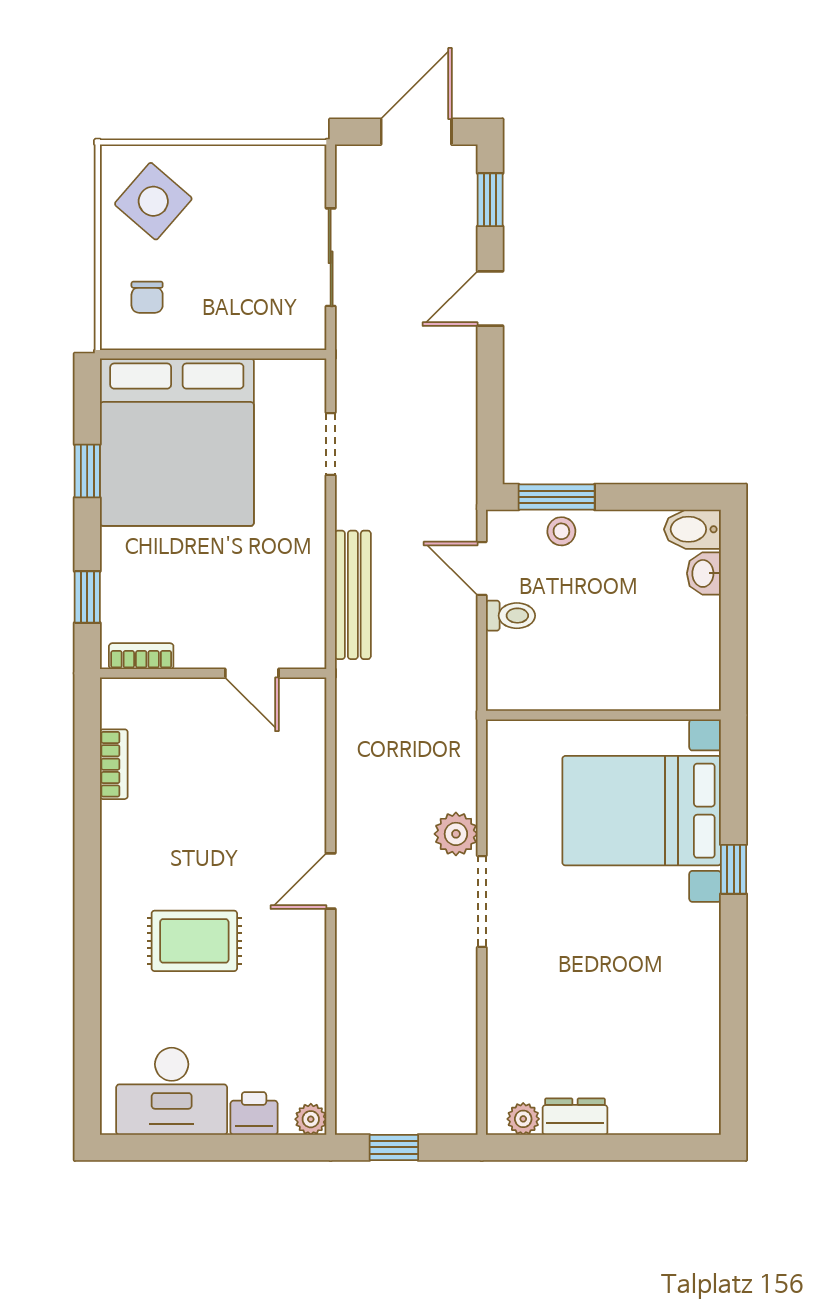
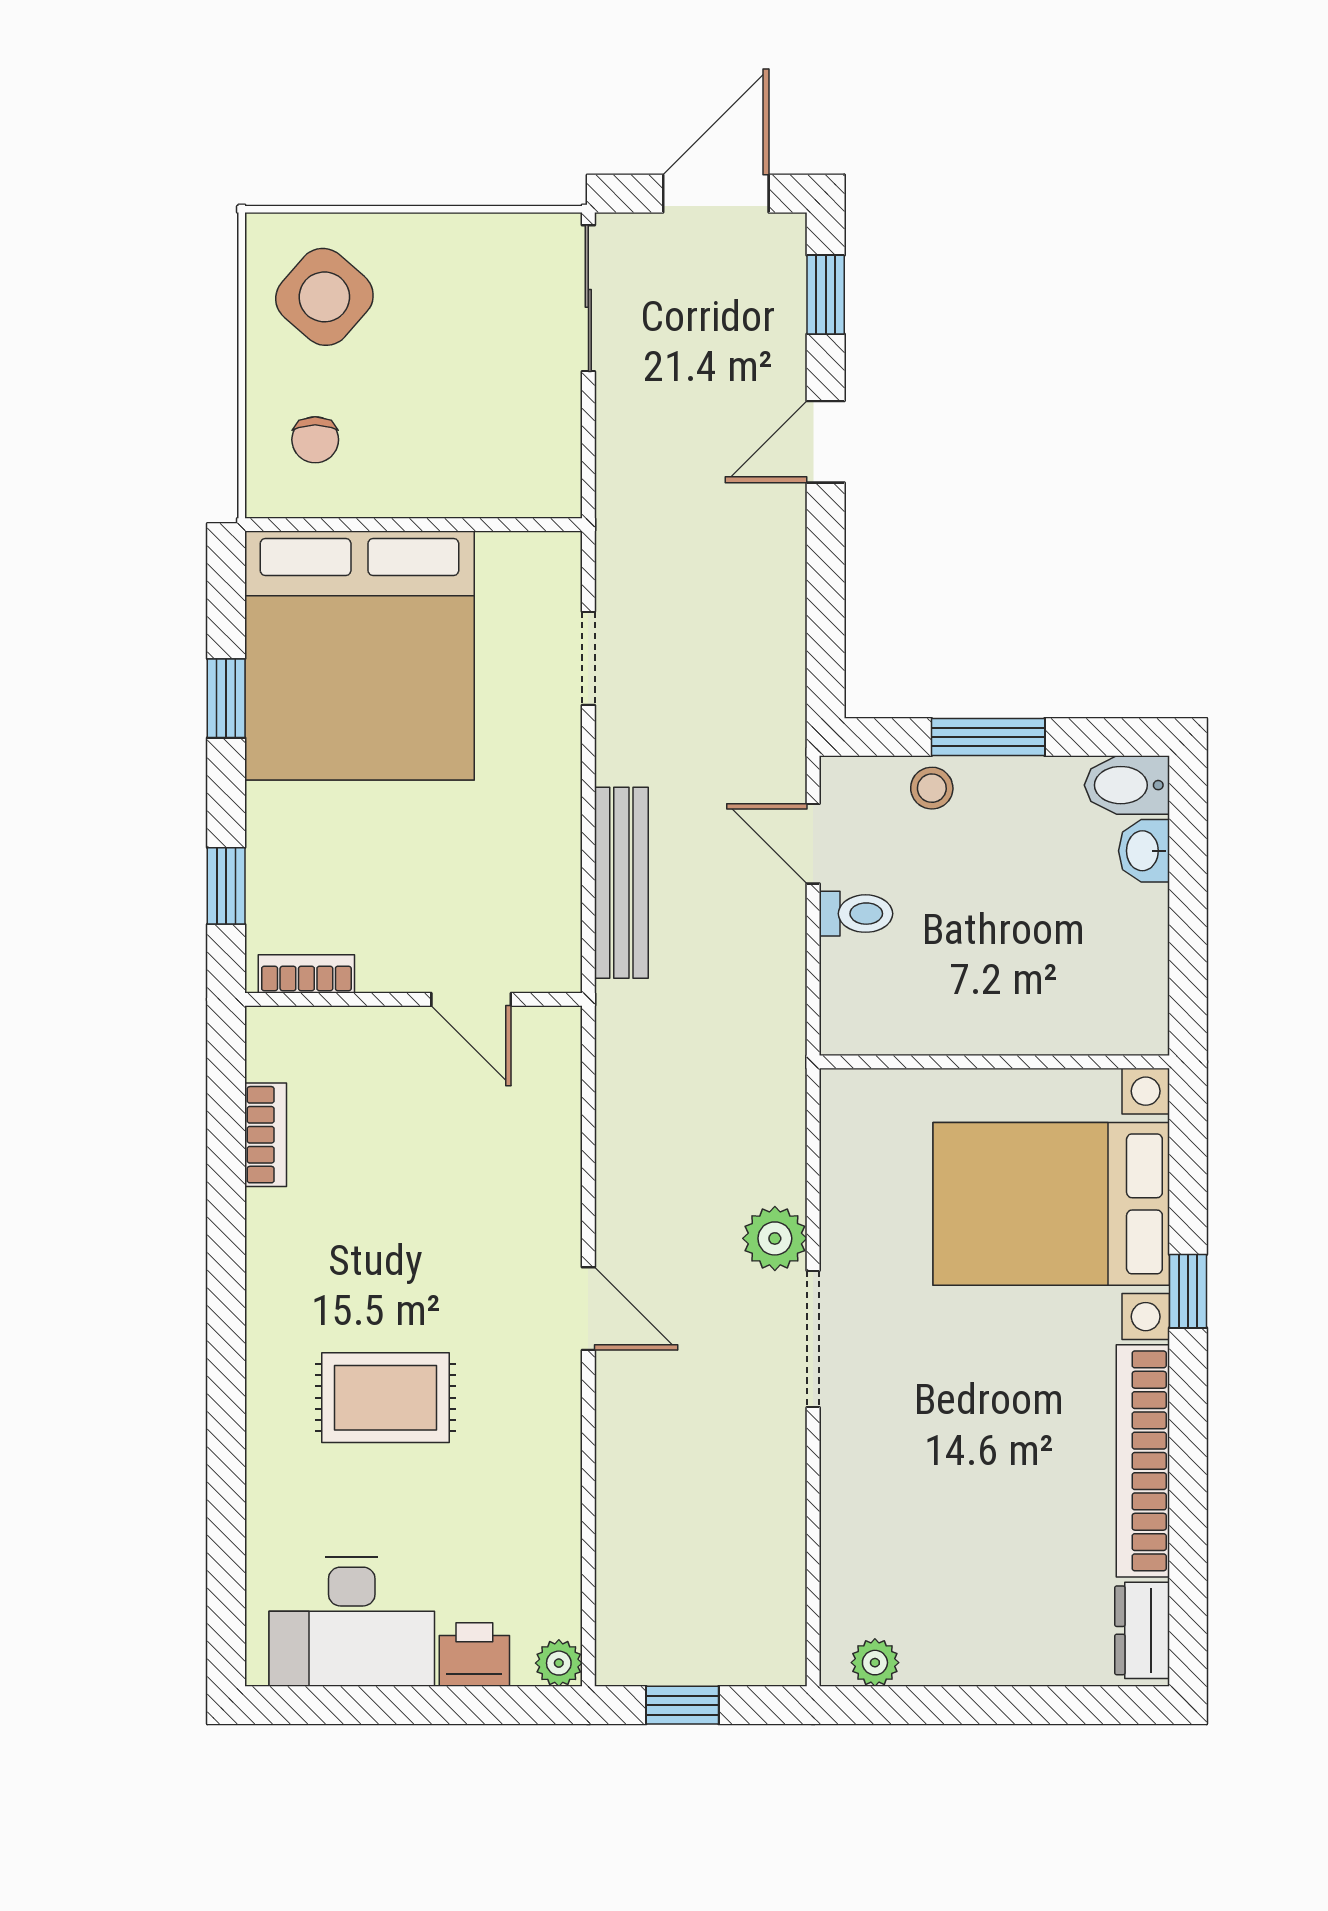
sliding door: (331, 257) -> (588, 298), moved
window: (557, 497) -> (988, 737), moved
door: (331, 881) -> (588, 1309), swing flipped
bookcase: (703, 983) -> (1143, 1461), added
dresser: (575, 1117) -> (1142, 1630), moved, turned -90

